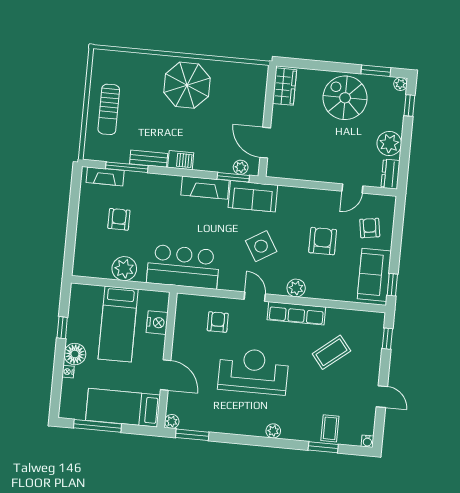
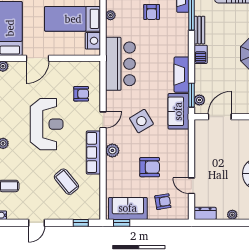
plant: (389, 143) -> (232, 215), width x0.53, depth x0.53
armchair: (119, 219) -> (152, 12), turned 90
plant: (124, 269) -> (110, 15), width x0.53, depth x0.53
nightstand: (157, 323) -> (93, 41), moved, turned -90

